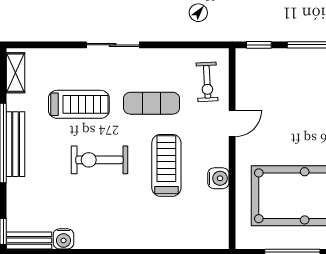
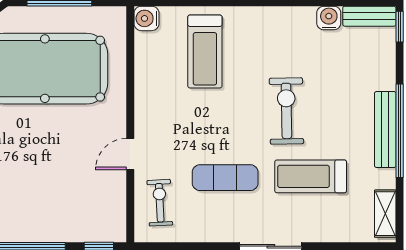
exercise bike: (99, 160) -> (286, 111), turned -91
treadmill: (166, 165) -> (205, 51), moved
water cooler: (218, 178) -> (146, 18), moved

